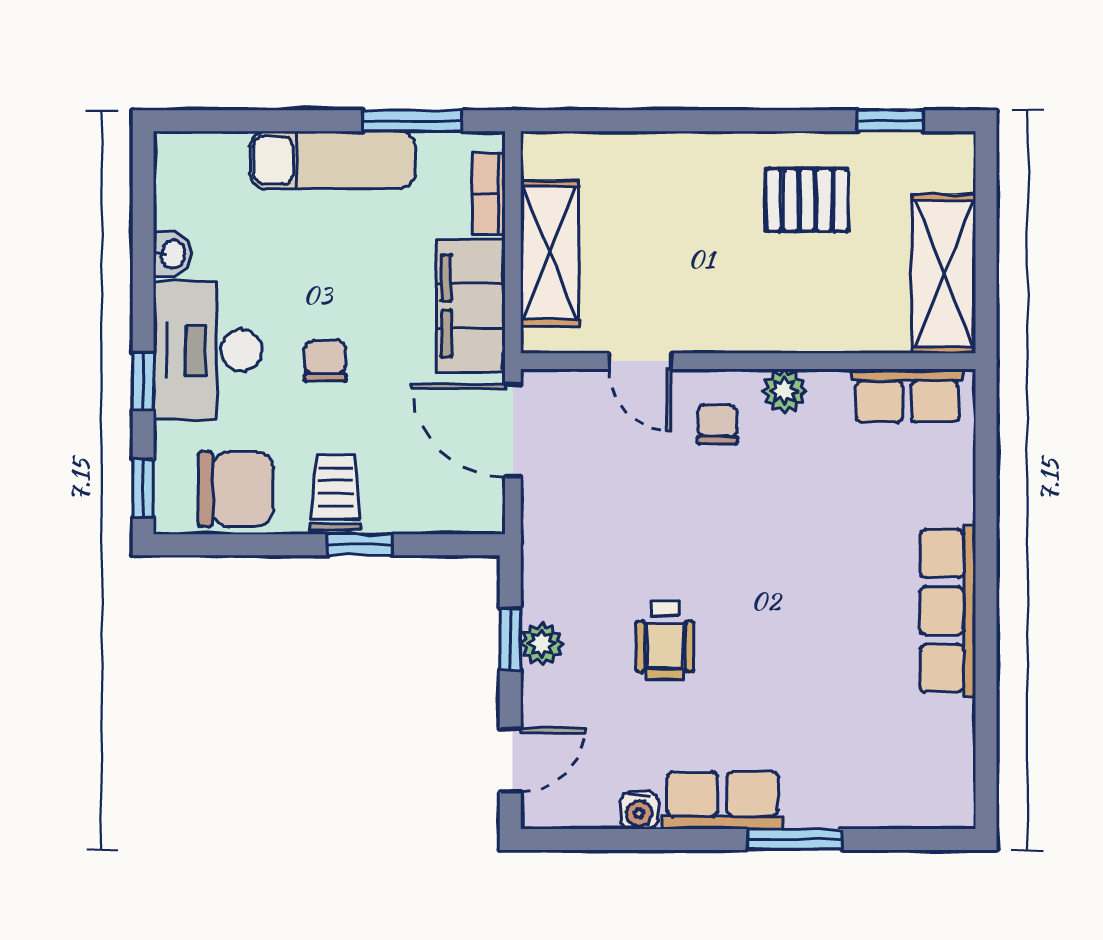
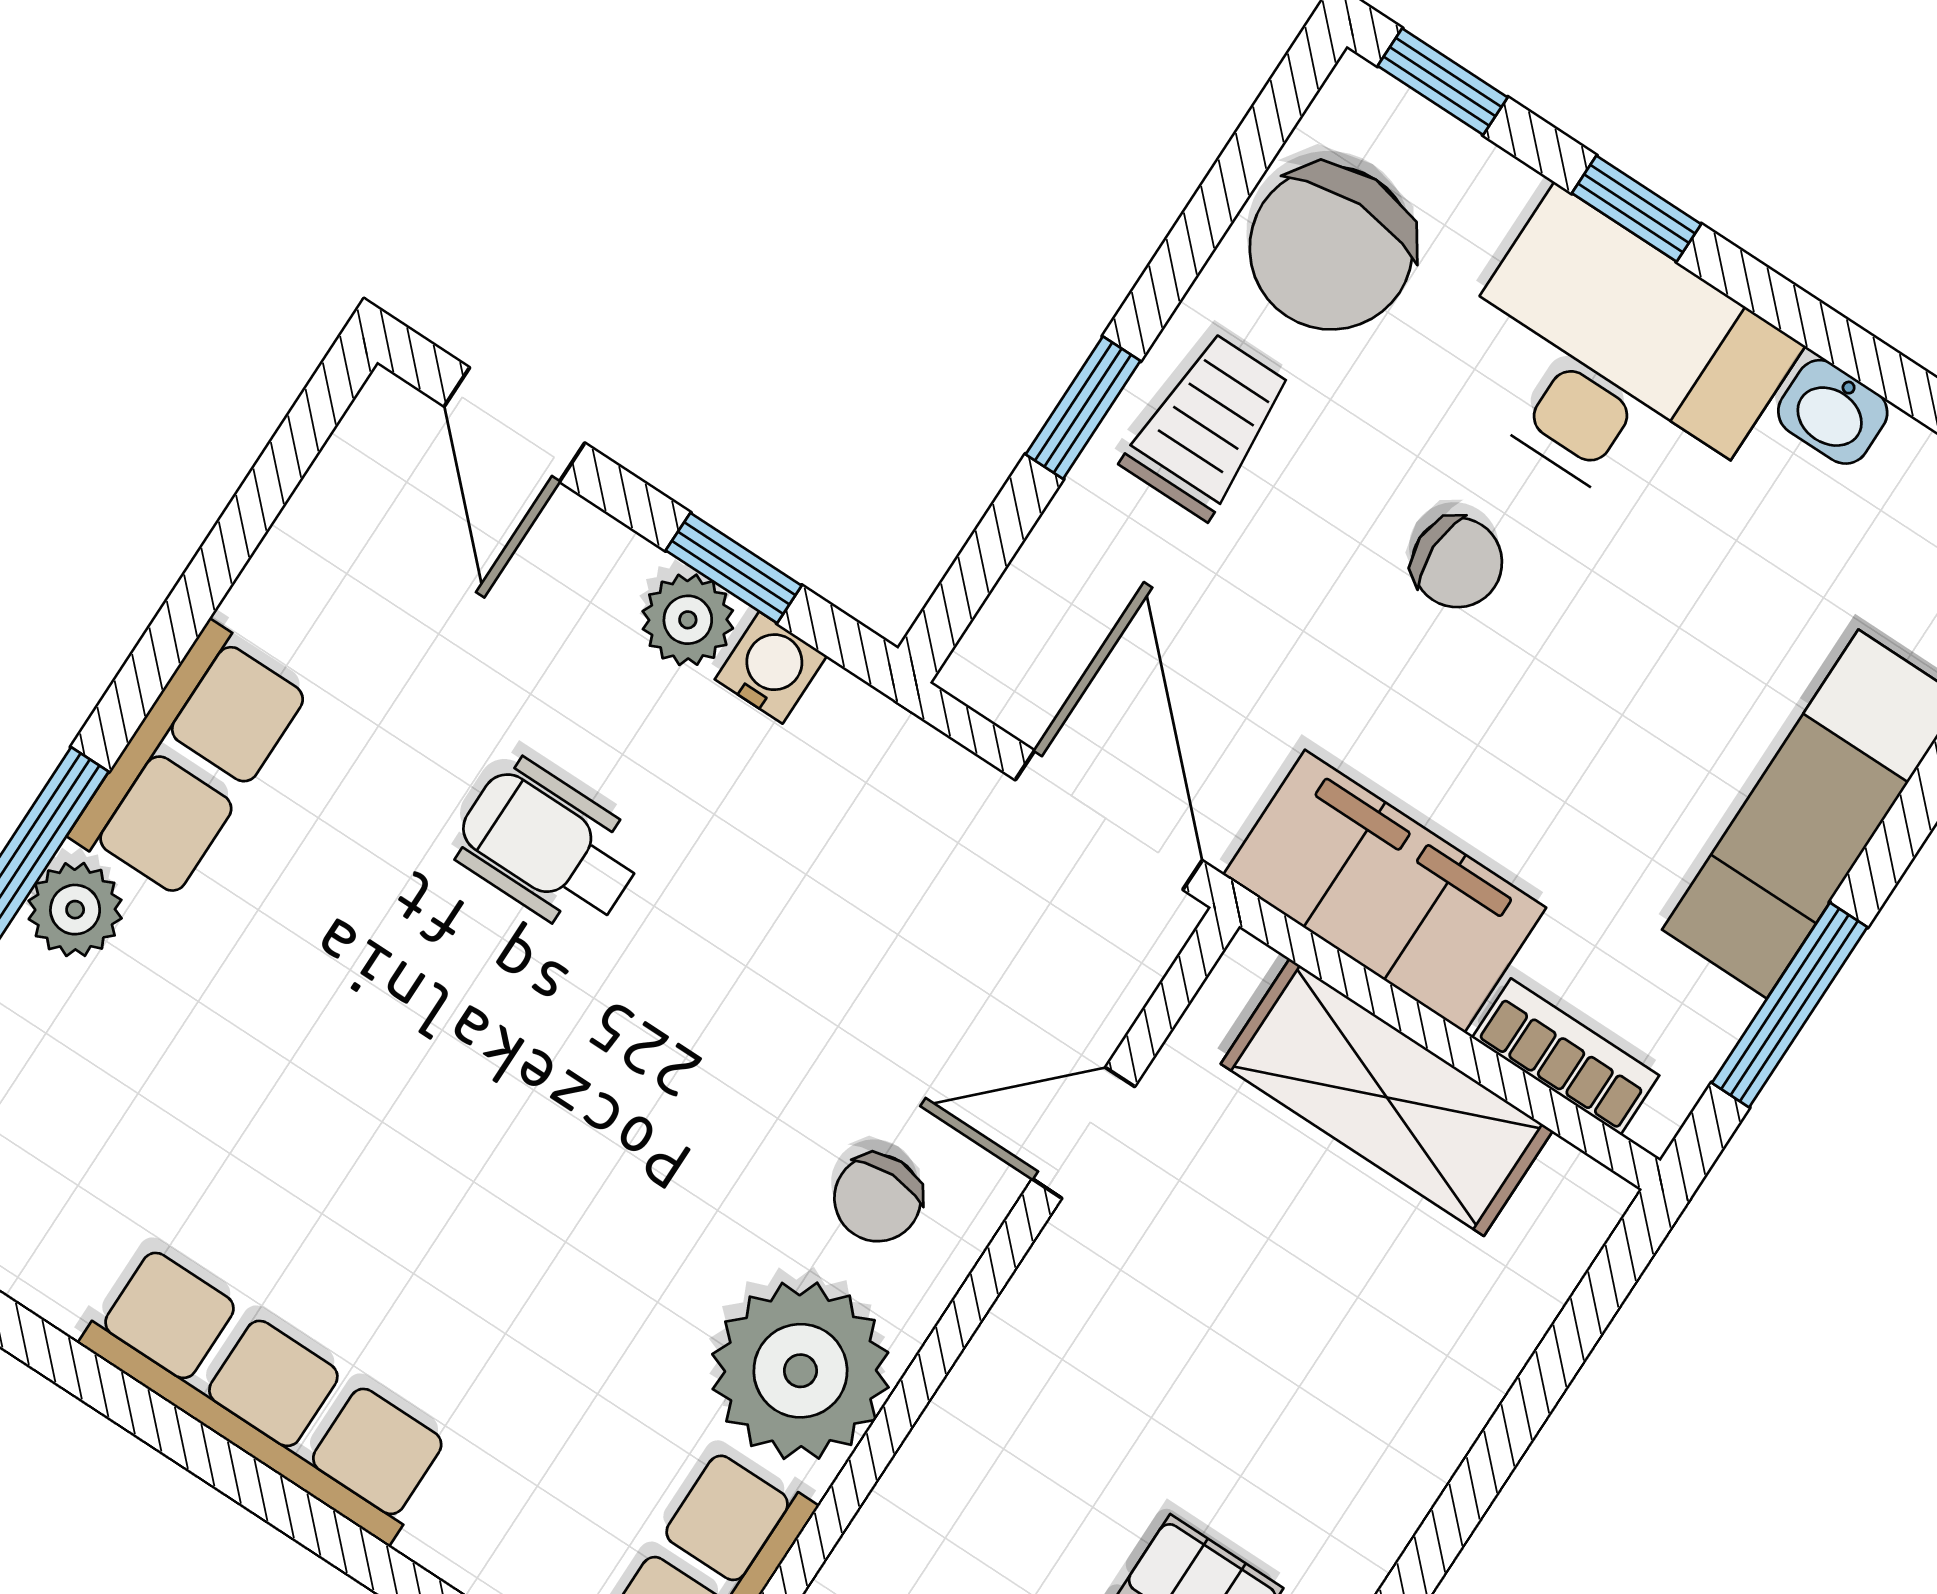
plant: (784, 391) -> (800, 1371), width x1.87, depth x1.87
chair: (717, 424) -> (878, 1198), turned 90
door: (513, 430) -> (1109, 820), hinge flipped
trolley: (336, 492) -> (1207, 426), turned -90
plant: (809, 807) -> (75, 910), added
water cooler: (639, 810) -> (771, 668), moved, turned 90

